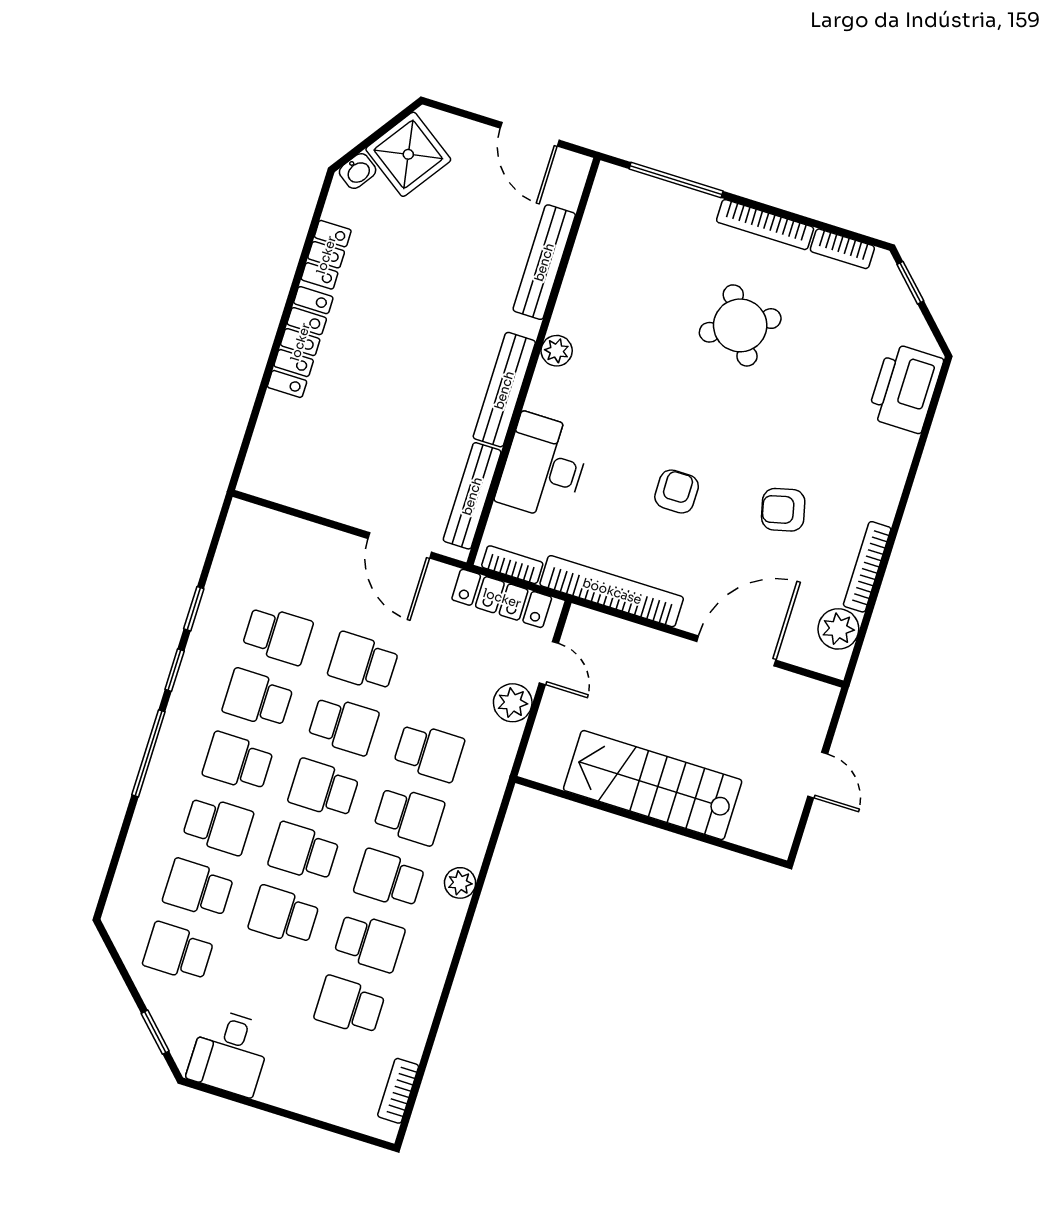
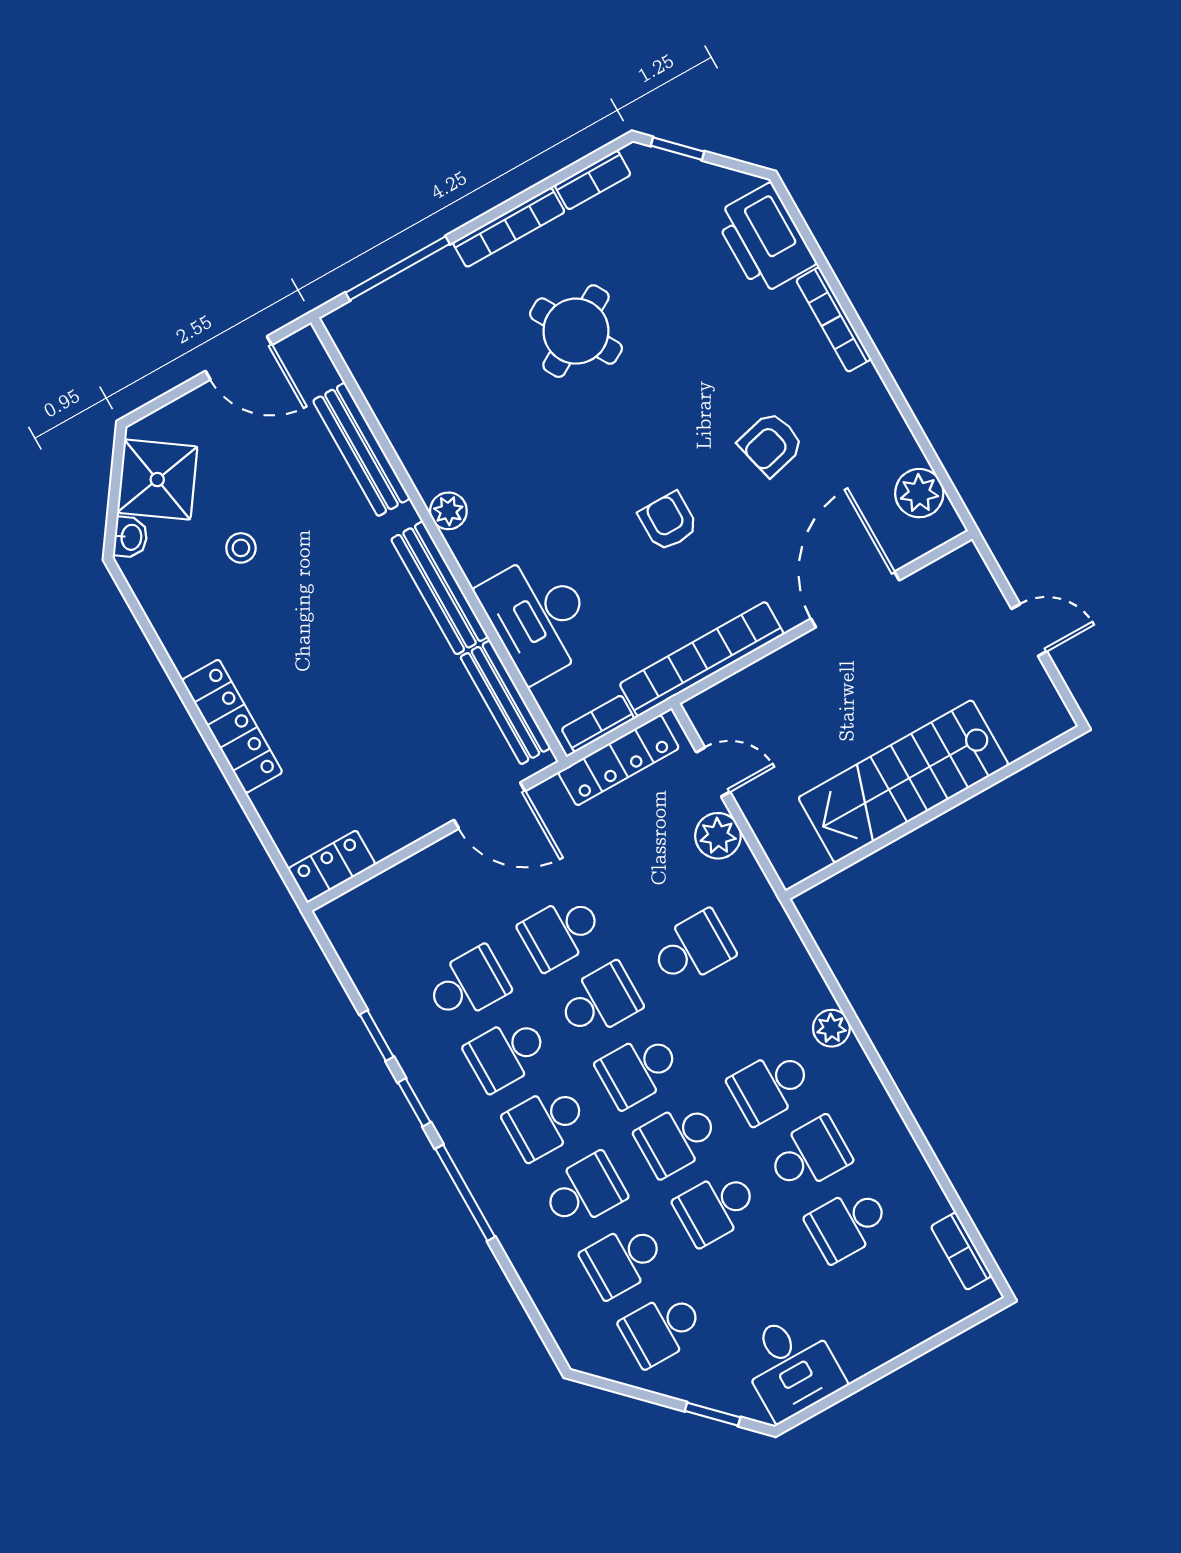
stool: (415, 245) -> (241, 548), added
locker: (326, 255) -> (332, 867), moved, turned -90
bookcase: (867, 567) -> (834, 320), moved
school desk: (409, 815) -> (731, 1017), removed

